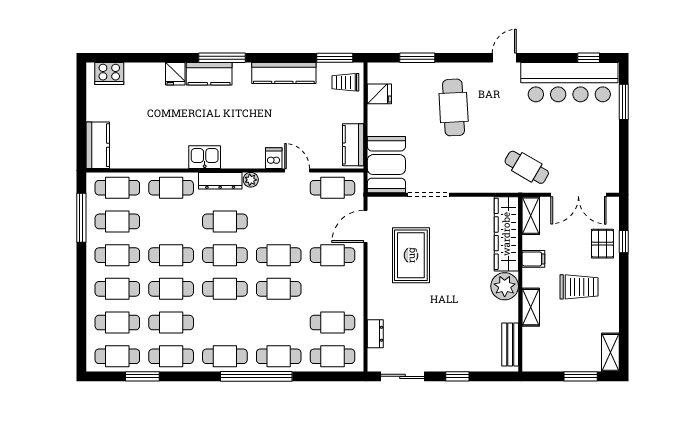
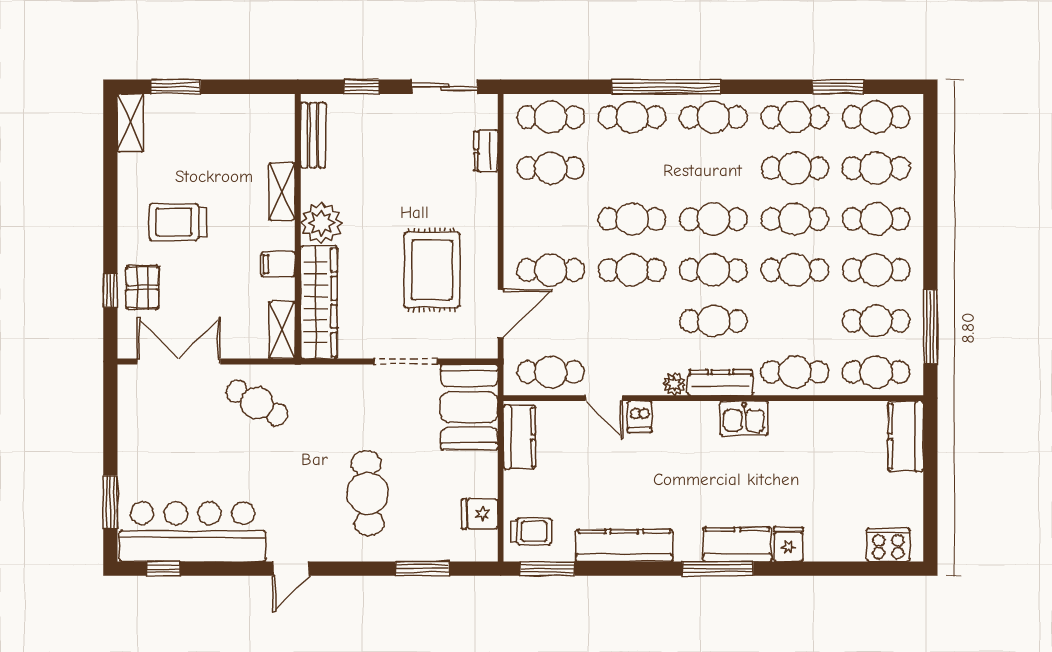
shelving: (531, 216) -> (282, 330), moved
wardrobe: (506, 234) -> (319, 302), moved
filing cabinet: (533, 259) -> (278, 264), moved
wall: (520, 284) -> (298, 226), moved
plant: (505, 286) -> (321, 223), moved
shelving: (531, 307) -> (282, 191), moved
bench: (510, 344) -> (313, 135), moved

